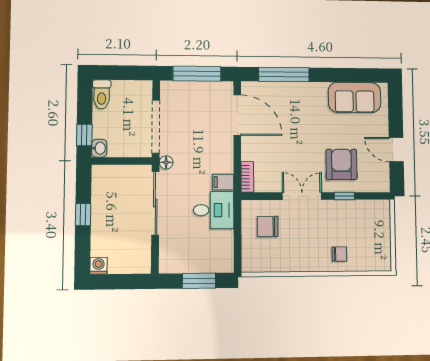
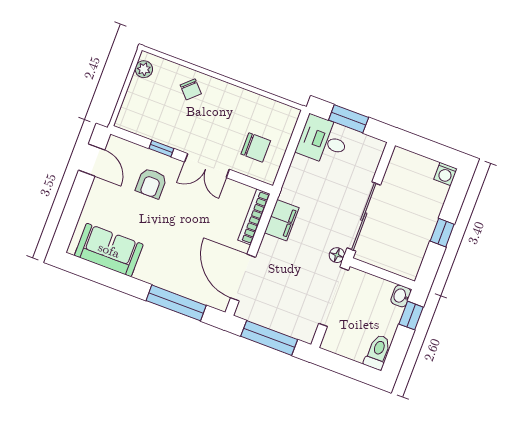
door: (396, 150) -> (92, 160), moved
armchair: (342, 164) -> (151, 183), width x0.72, depth x0.72
bookcase: (247, 177) -> (254, 217), width x1.56
filing cabinet: (223, 182) -> (282, 220), width x2.00
desk: (214, 210) -> (323, 140), moved
chair: (339, 254) -> (191, 89), turned -133
plant: (384, 256) -> (144, 69), added

